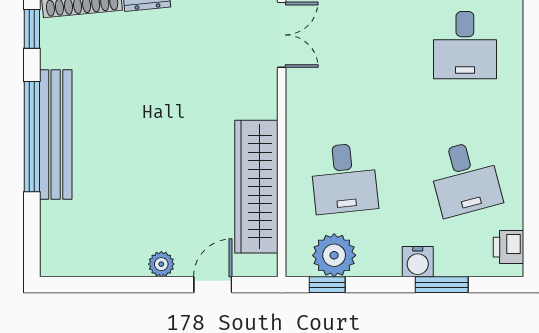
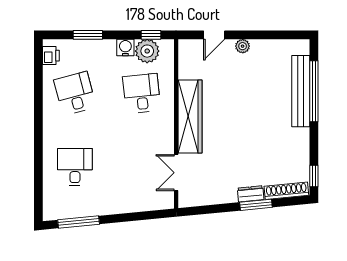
bench: (56, 135) -> (301, 91), moved
window: (32, 137) -> (314, 91), moved
wardrobe: (256, 187) -> (190, 116), moved
water cooler: (418, 262) -> (125, 48), moved

